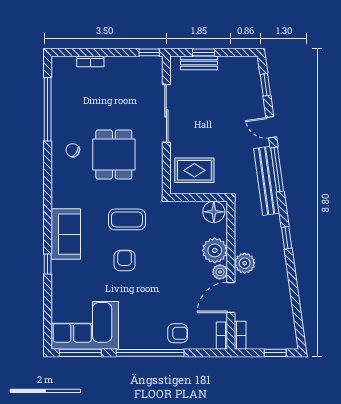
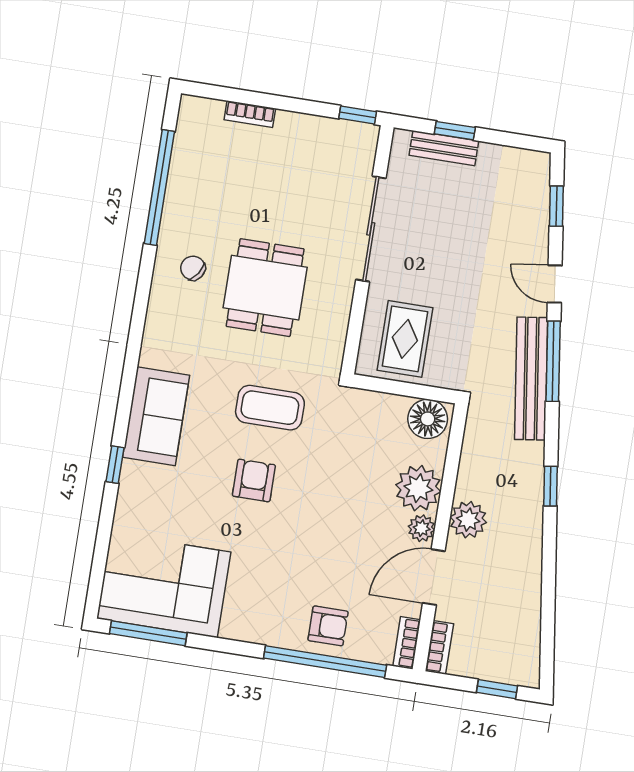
rug: (194, 170) -> (405, 339), turned 90
window: (150, 353) -> (325, 662), moved

